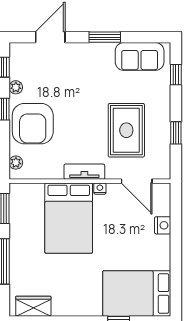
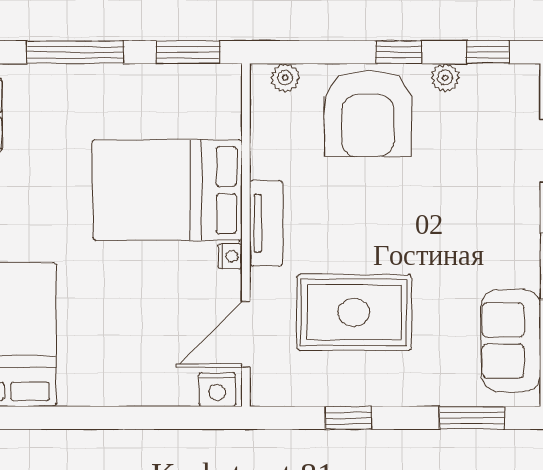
window: (176, 75) -> (472, 418), width x1.50
armchair: (33, 124) -> (368, 114), turned -90
nightstand: (163, 225) -> (217, 390), moved

